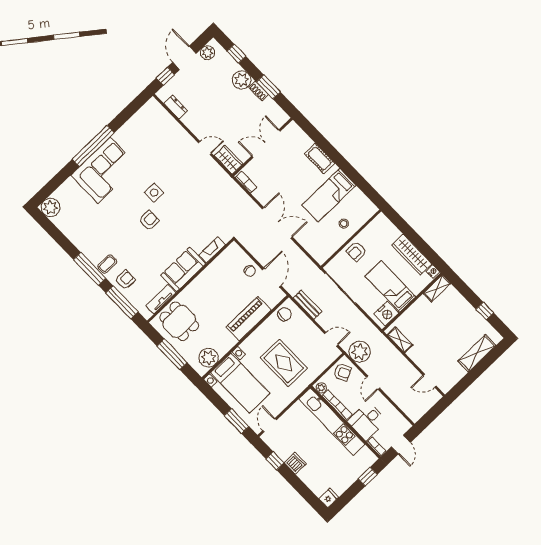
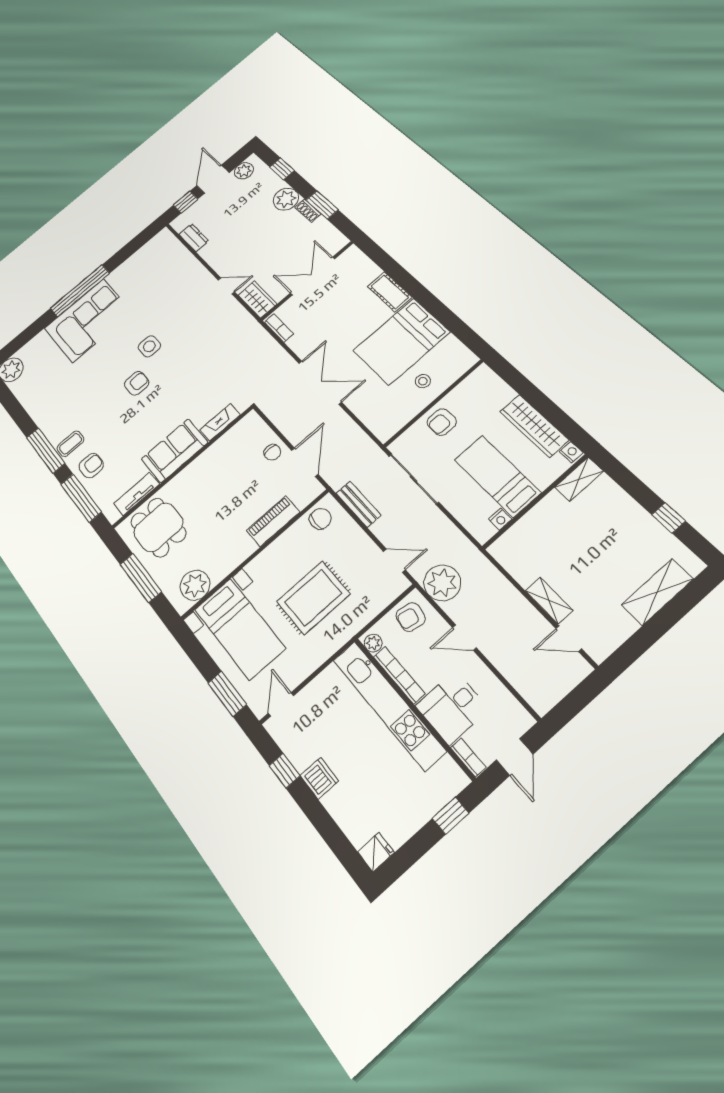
bed: (329, 195) -> (401, 341), width x1.50
nightstand: (386, 314) -> (500, 519), width x0.53, depth x0.56
piano: (249, 319) -> (273, 521), width x0.73, depth x0.75
shelving: (400, 340) -> (549, 601), moved
rug: (284, 363) -> (313, 598), turned 90
armchair: (342, 372) -> (411, 617), turned 125
door: (373, 383) -> (464, 638), hinge flipped

